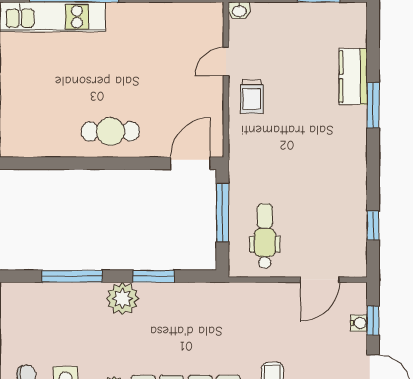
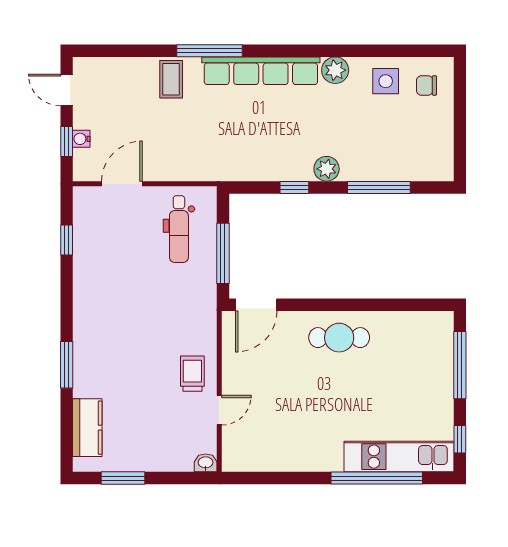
kitchen counter: (353, 77) -> (87, 428), moved
window: (154, 276) -> (294, 187), width x0.67
plant: (123, 299) -> (327, 169), width x0.73, depth x0.73

